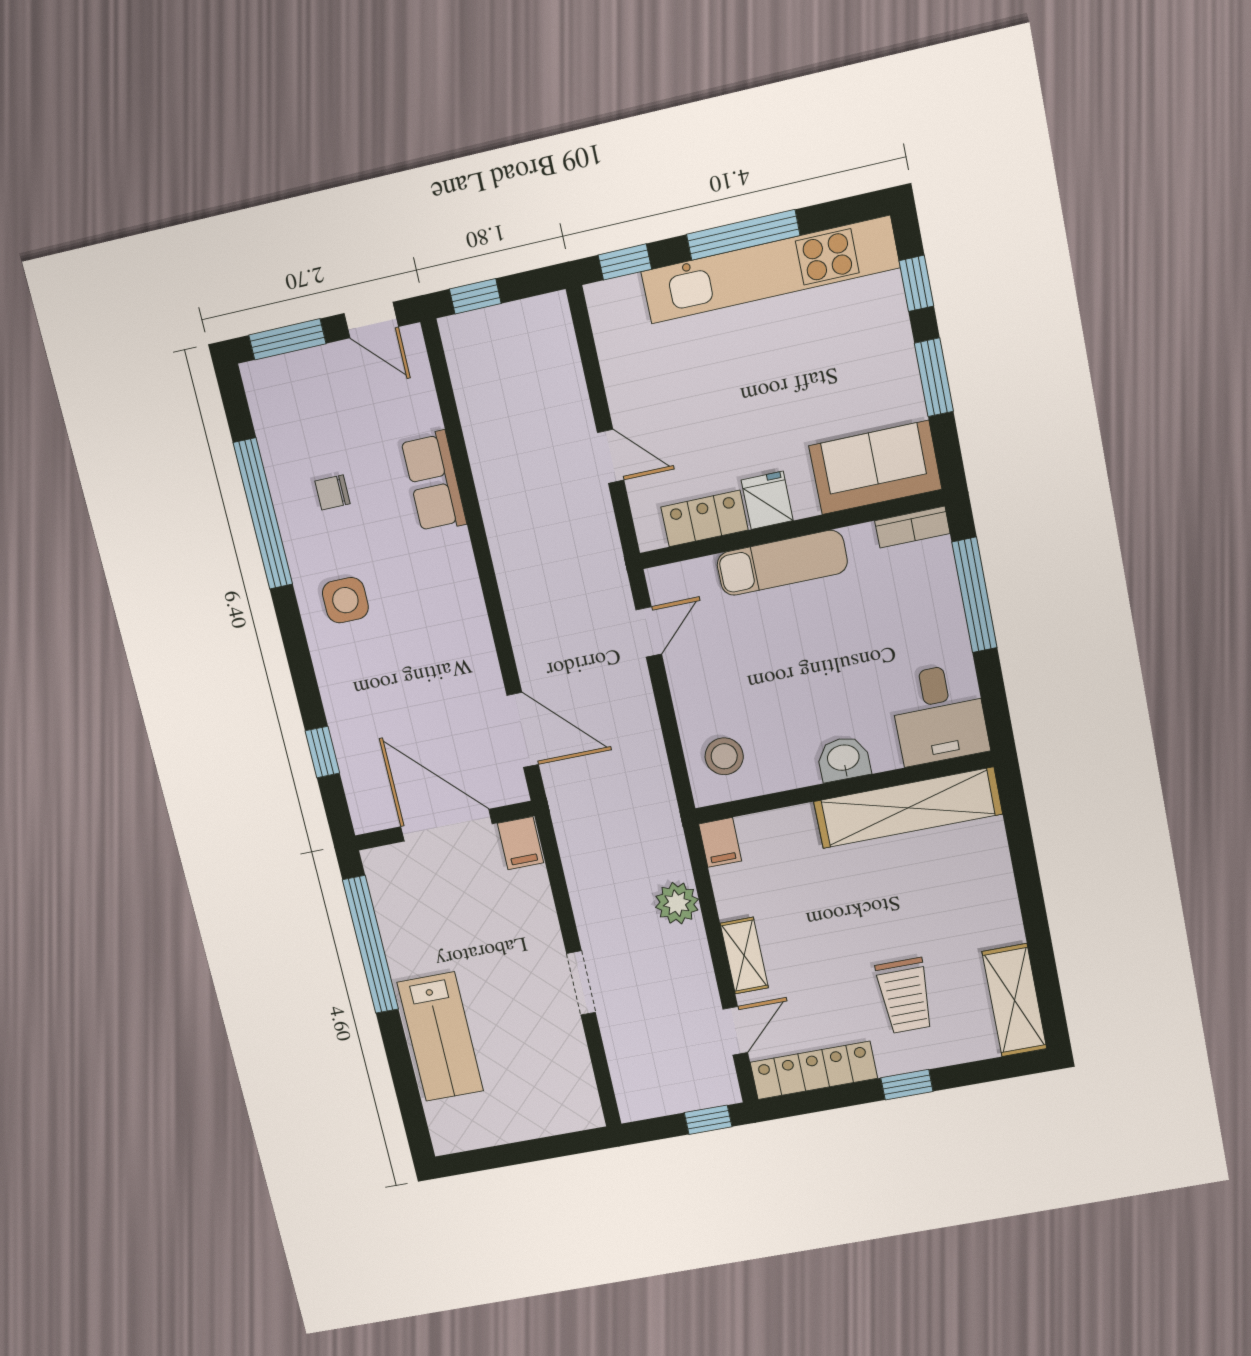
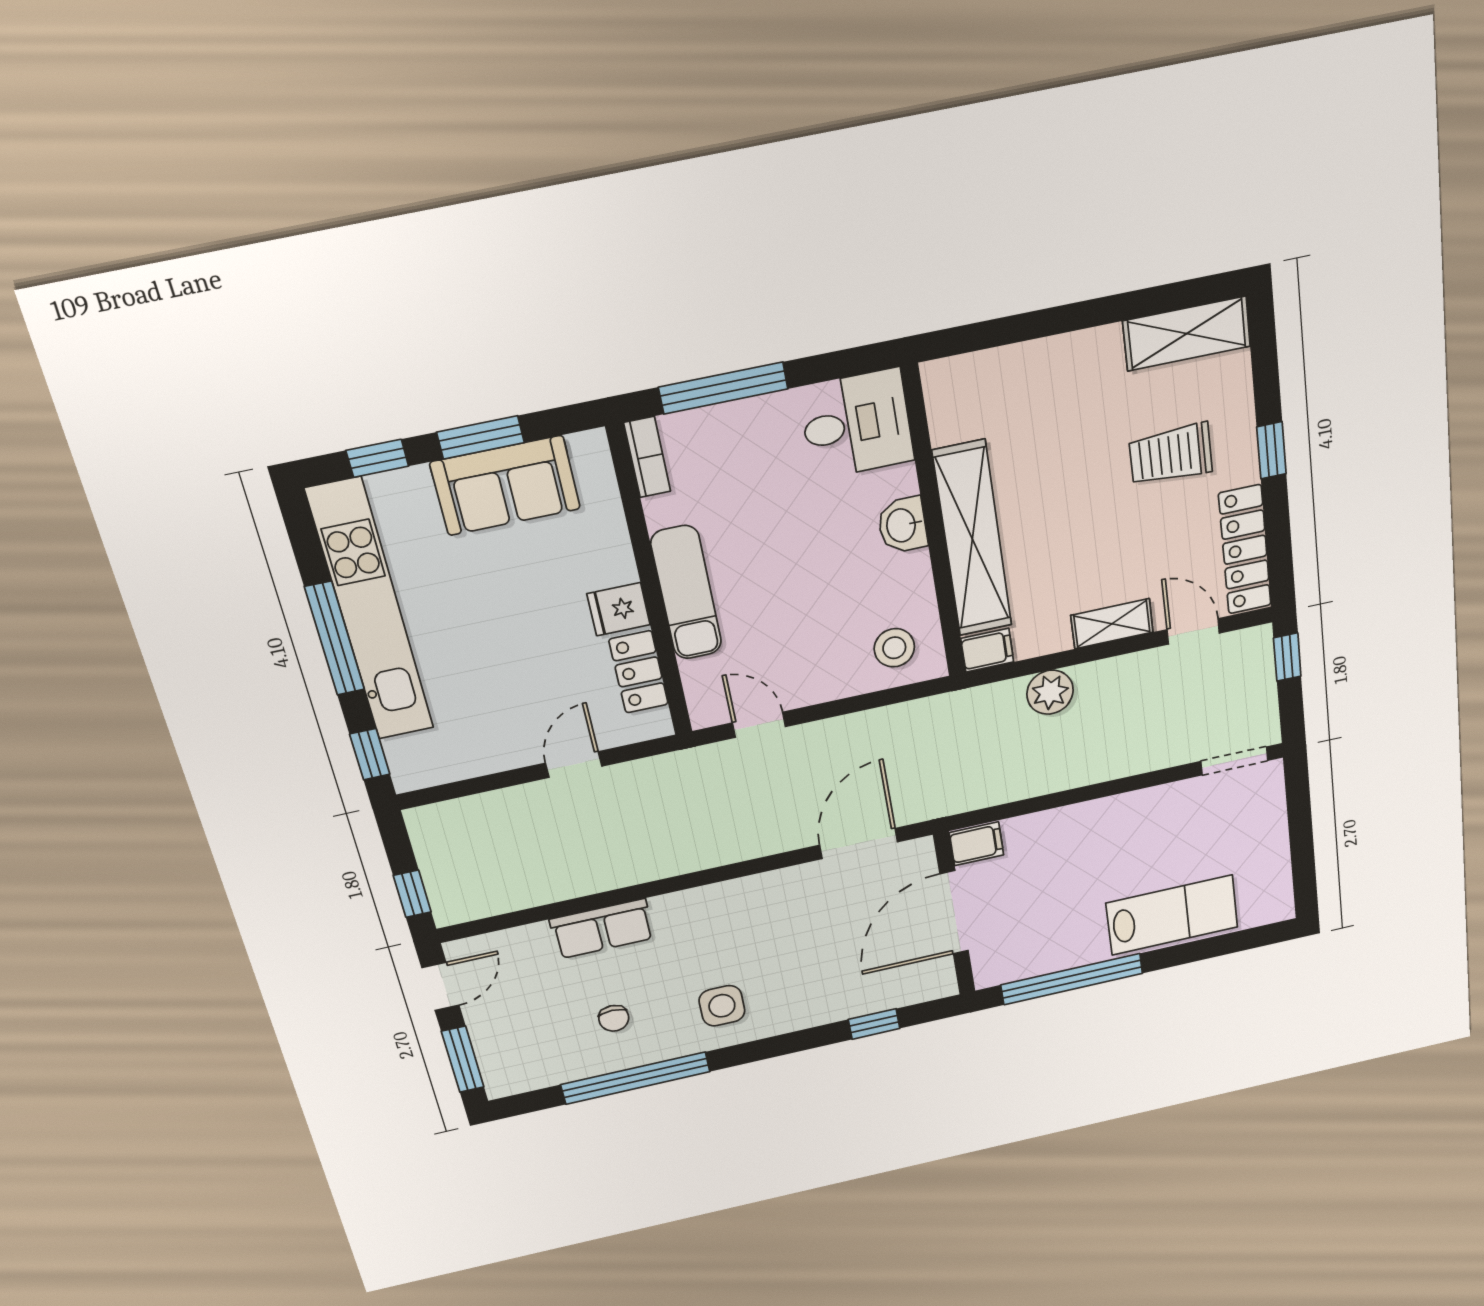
sofa: (875, 467) -> (505, 486), moved, turned -90
shelving: (908, 808) -> (972, 539), moved
doorway: (581, 983) -> (1234, 761), moved
trolley: (905, 996) -> (1171, 455), turned 180

